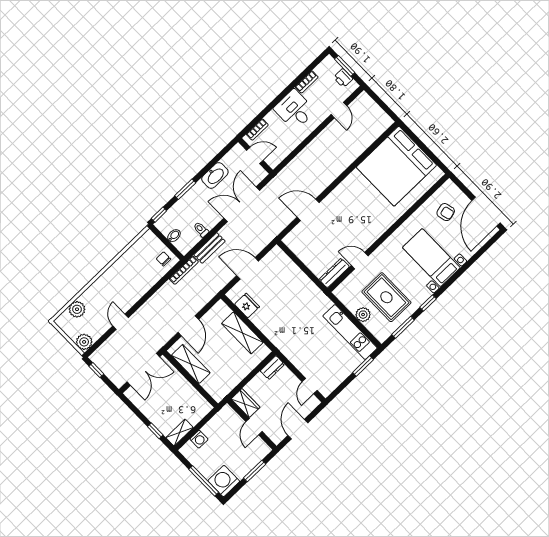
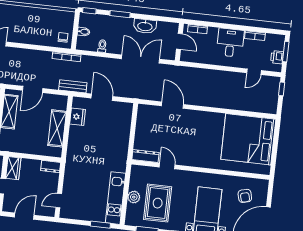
window: (375, 98) -> (282, 89), added
bench: (209, 248) -> (73, 86), moved

